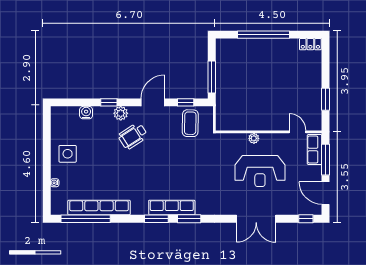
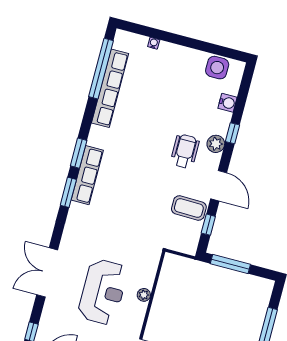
coffee table: (190, 123) -> (189, 208), moved
wheelchair: (133, 136) -> (185, 151), turned 33
side table: (68, 154) -> (217, 68), moved
reception desk: (260, 171) -> (103, 292), turned 180

